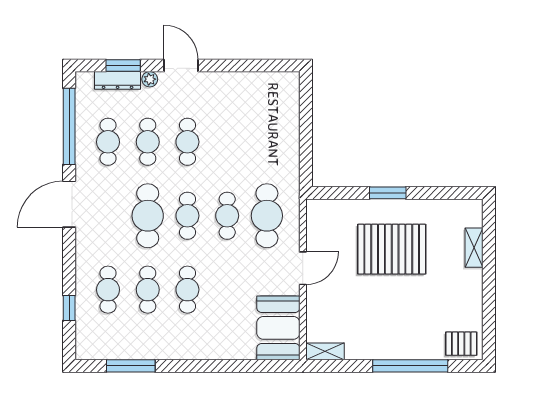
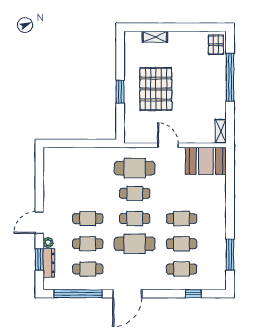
door: (69, 204) -> (127, 294), hinge flipped

